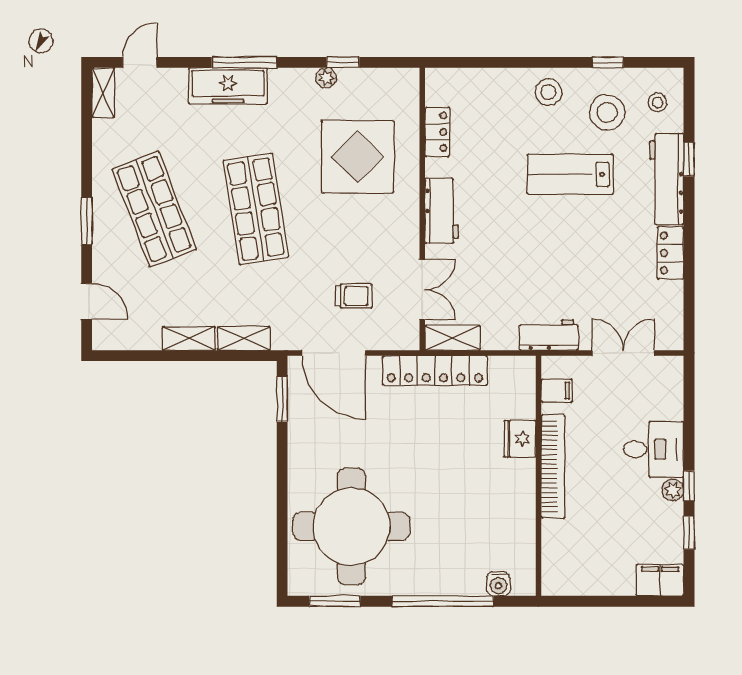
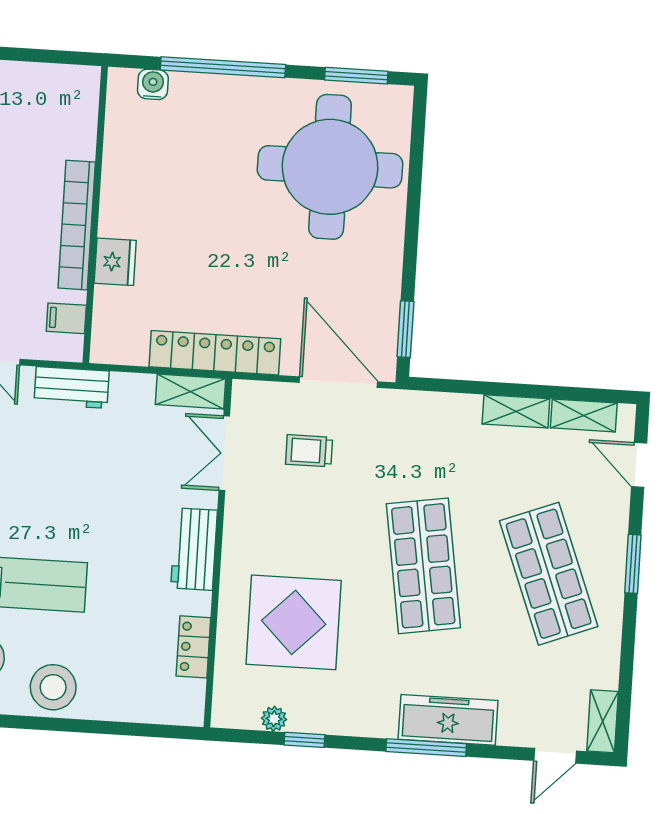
plant: (326, 78) -> (274, 719), moved
stool: (548, 92) -> (53, 687), width x1.38, depth x1.38
shelving: (244, 338) -> (584, 415), moved

